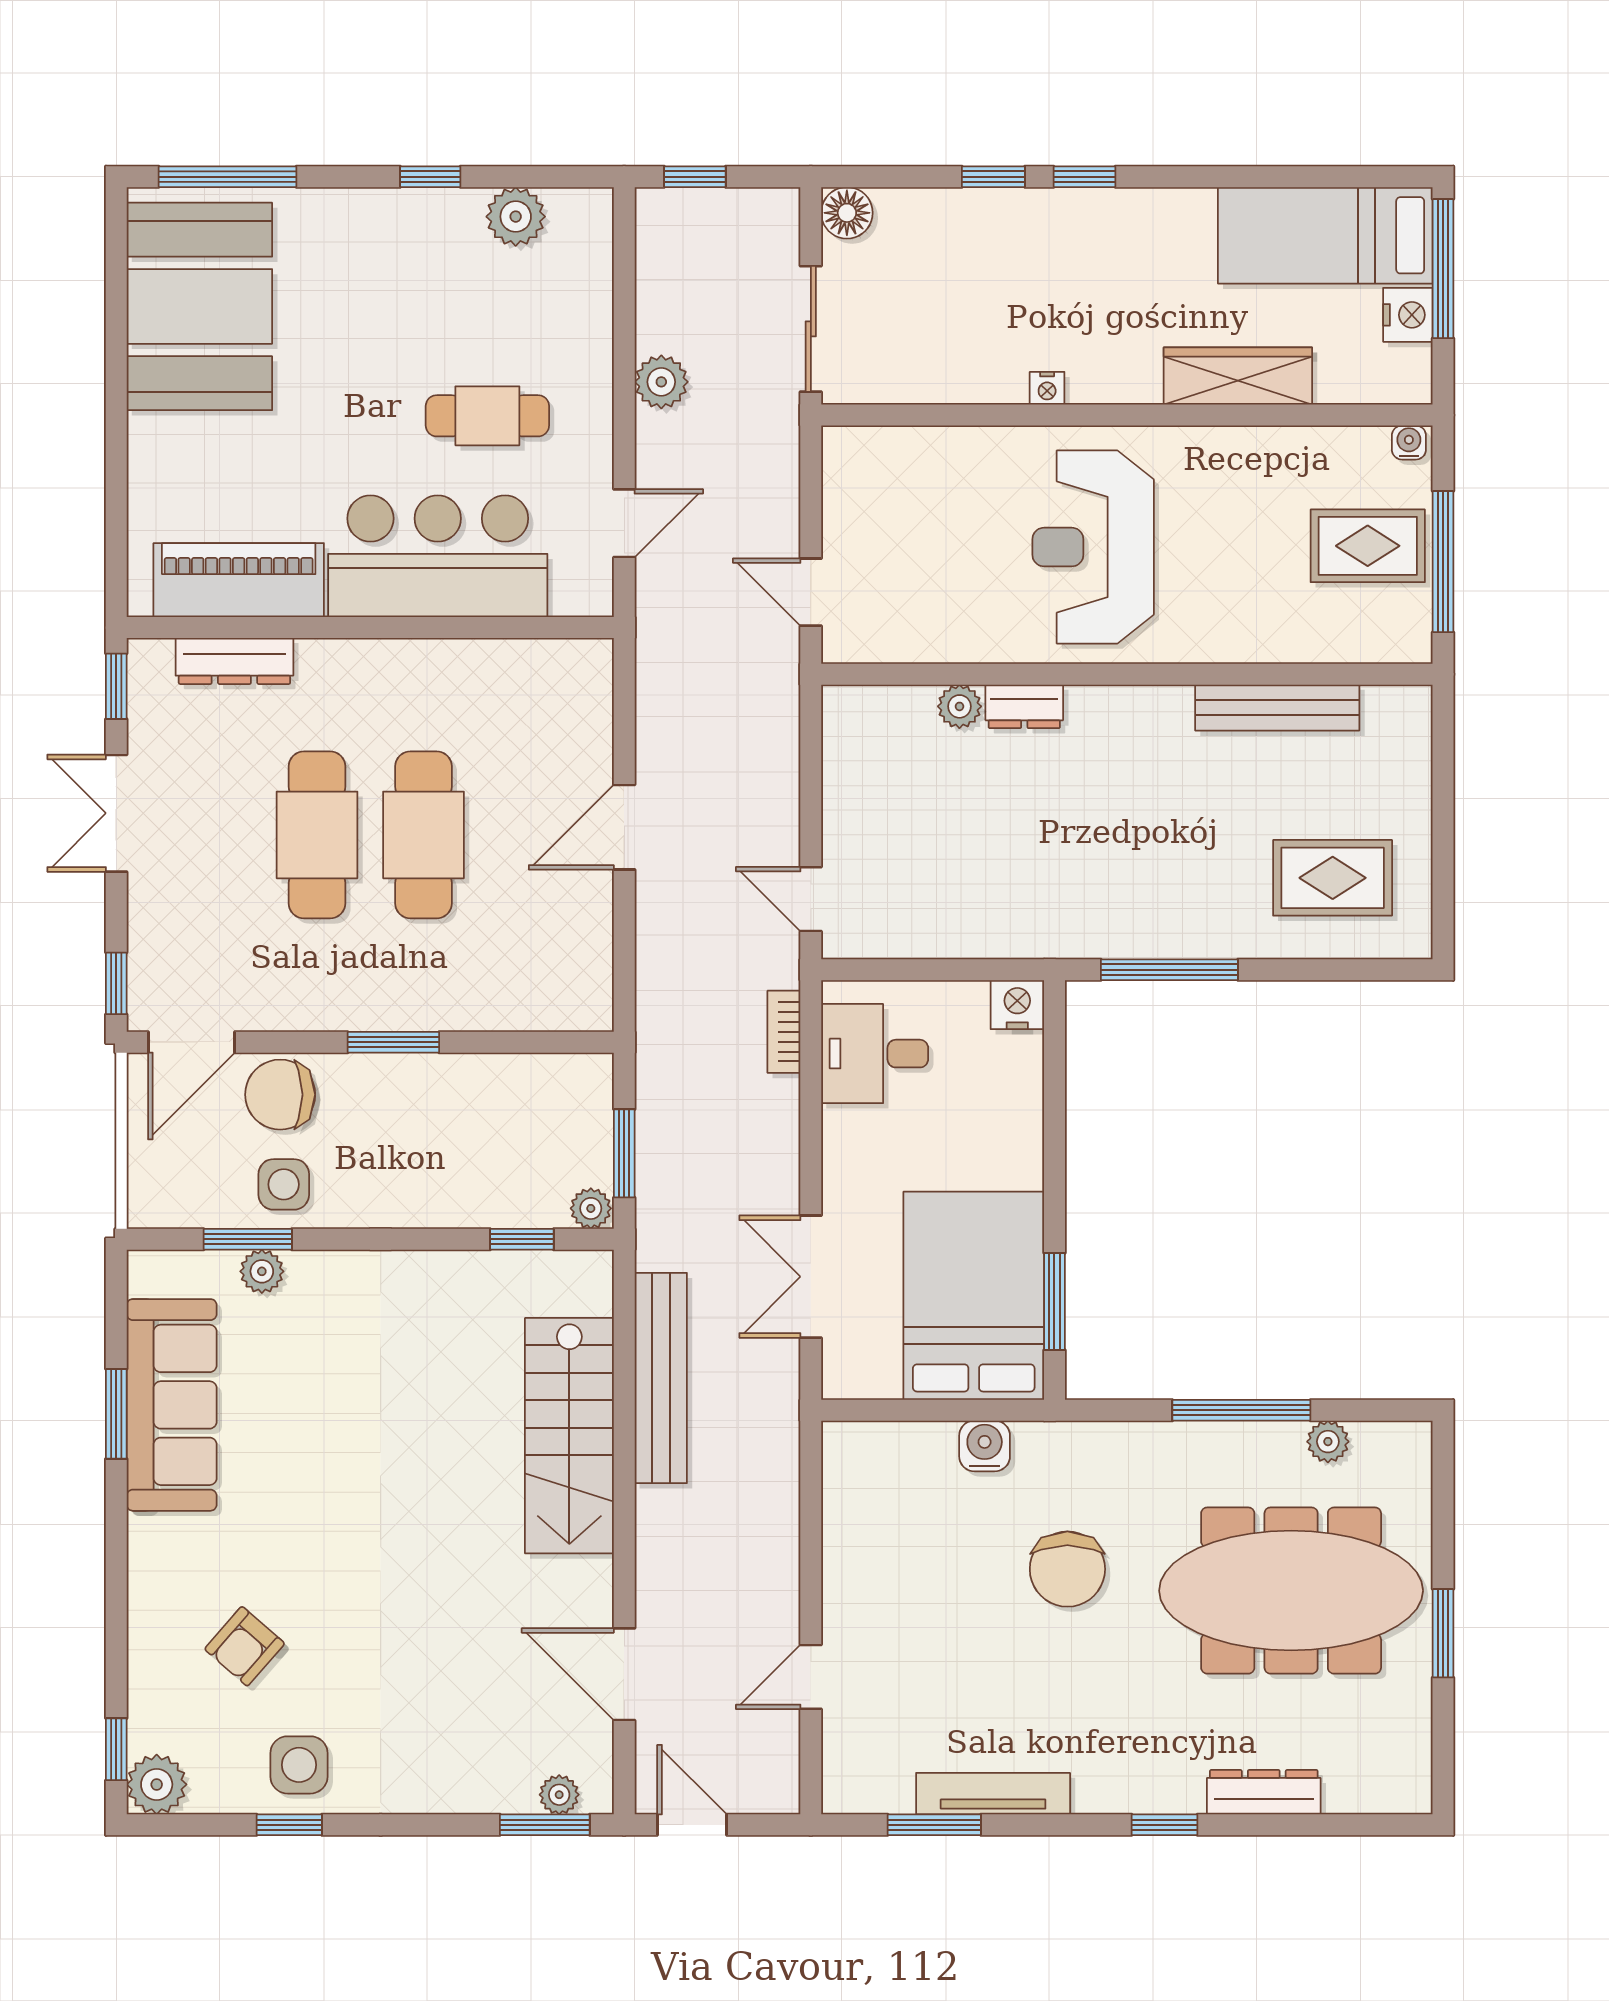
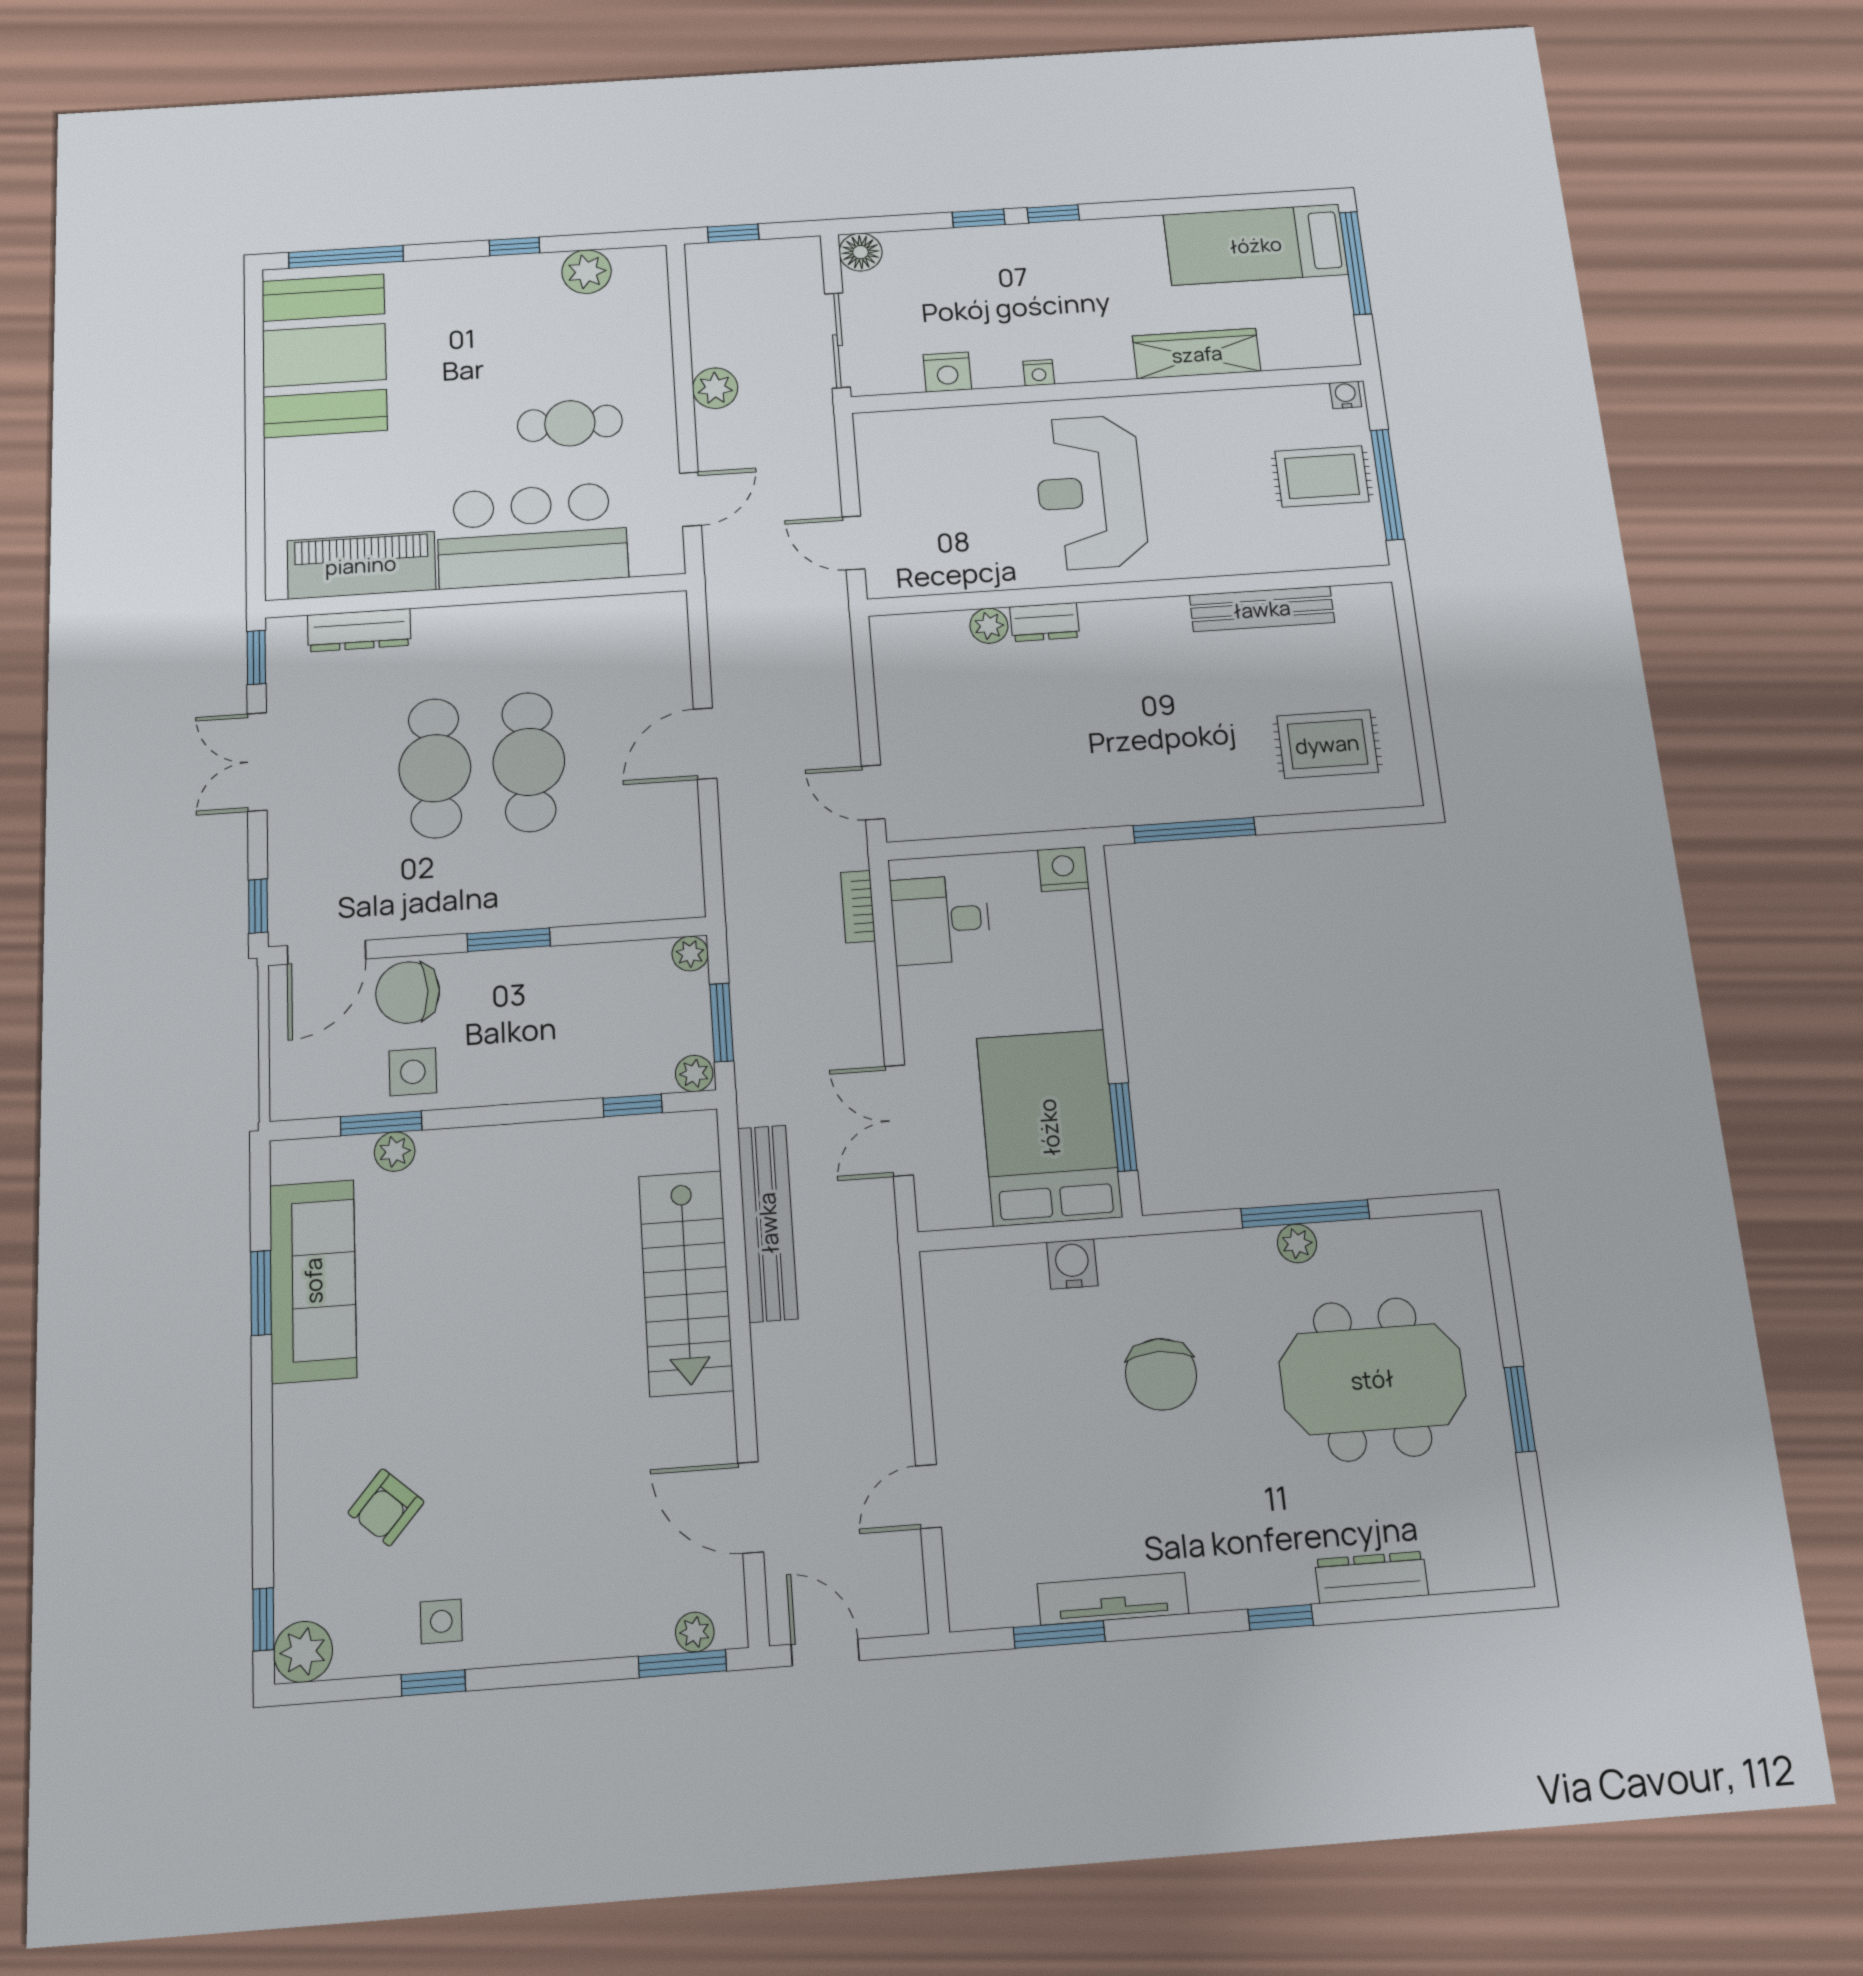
nightstand: (1408, 315) -> (947, 372), moved, turned 90
plant: (594, 1073) -> (690, 954), added
plant: (1328, 1442) -> (1297, 1243), moved
meeting table: (1291, 1591) -> (1372, 1379), width x0.73
side table: (299, 1765) -> (441, 1621), width x0.73, depth x0.73

